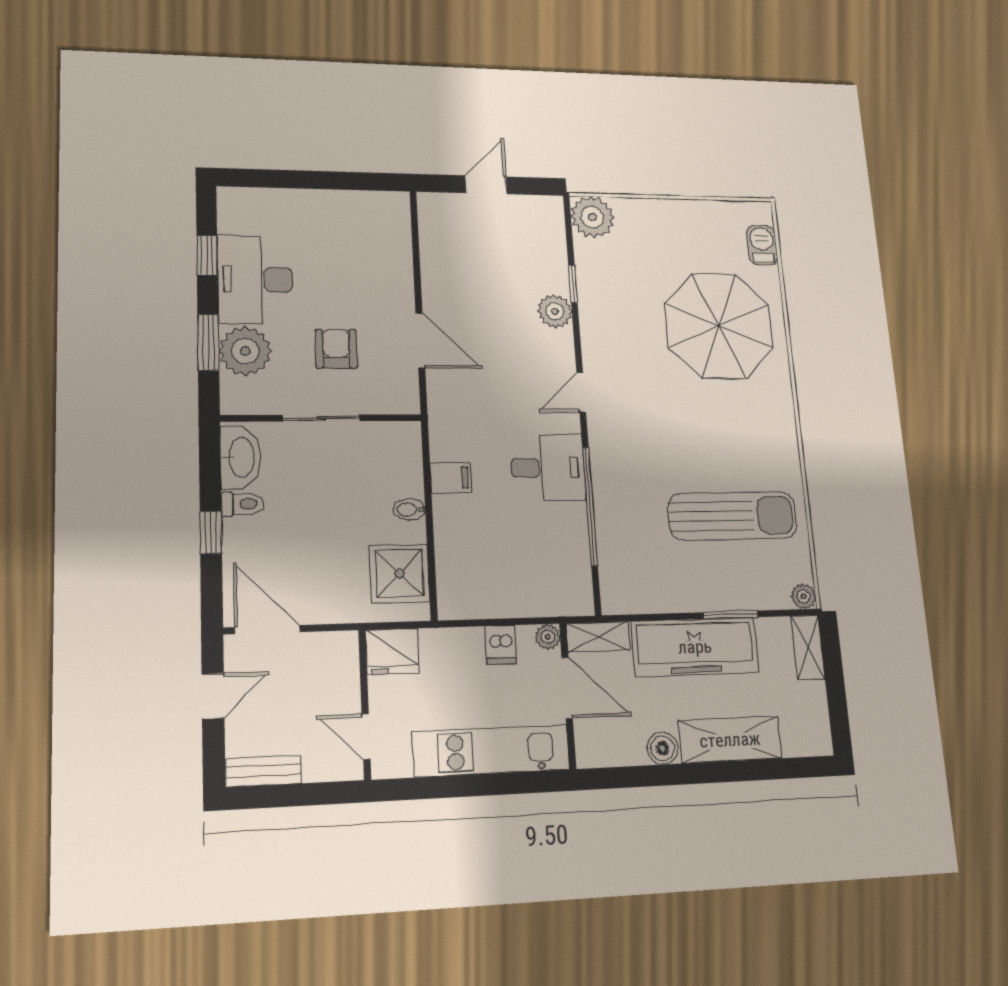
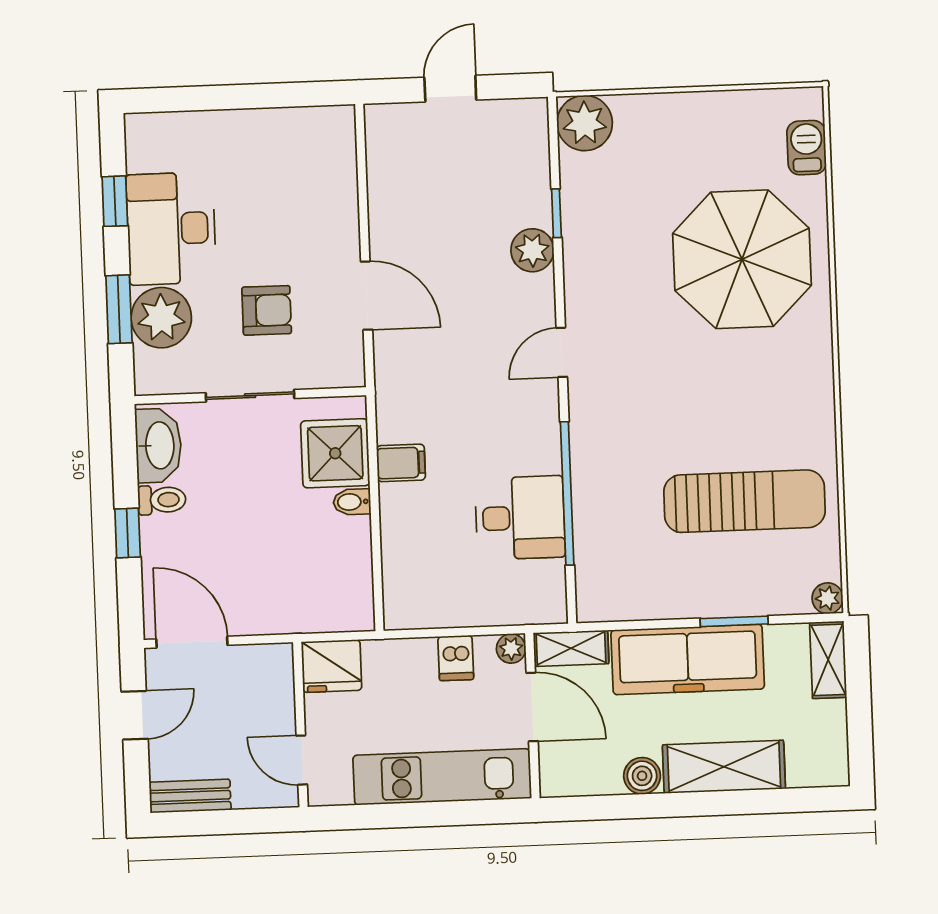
armchair: (336, 349) -> (267, 310), turned 90
desk: (548, 468) -> (520, 518), moved
shower: (400, 573) -> (335, 453), moved

